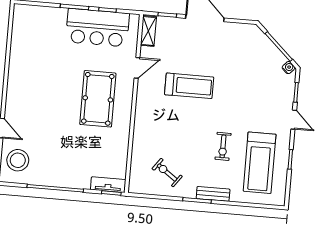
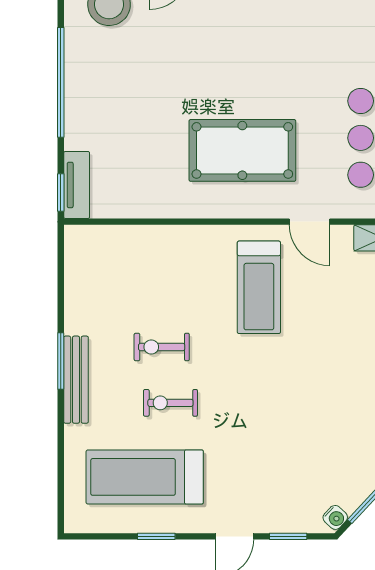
treadmill: (189, 86) -> (259, 287), moved
exercise bike: (167, 173) -> (162, 347), moved, turned -126
bench: (213, 194) -> (76, 380), width x1.36

